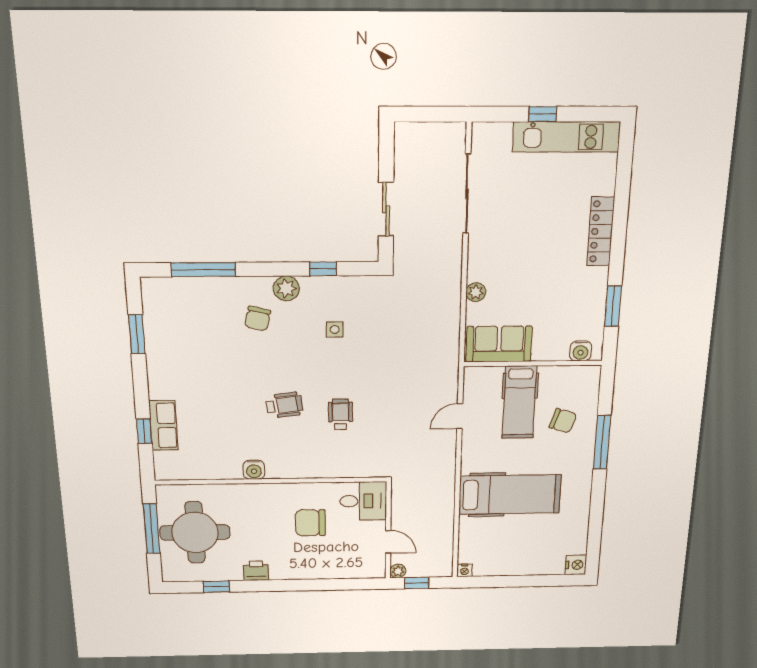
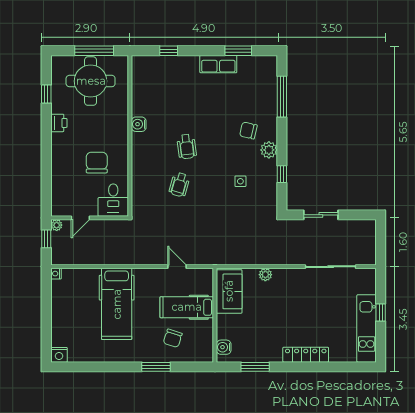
wheelchair: (340, 414) -> (179, 185), turned 106
row of seats: (163, 426) -> (218, 64), moved
window: (602, 442) -> (156, 367), width x0.69

